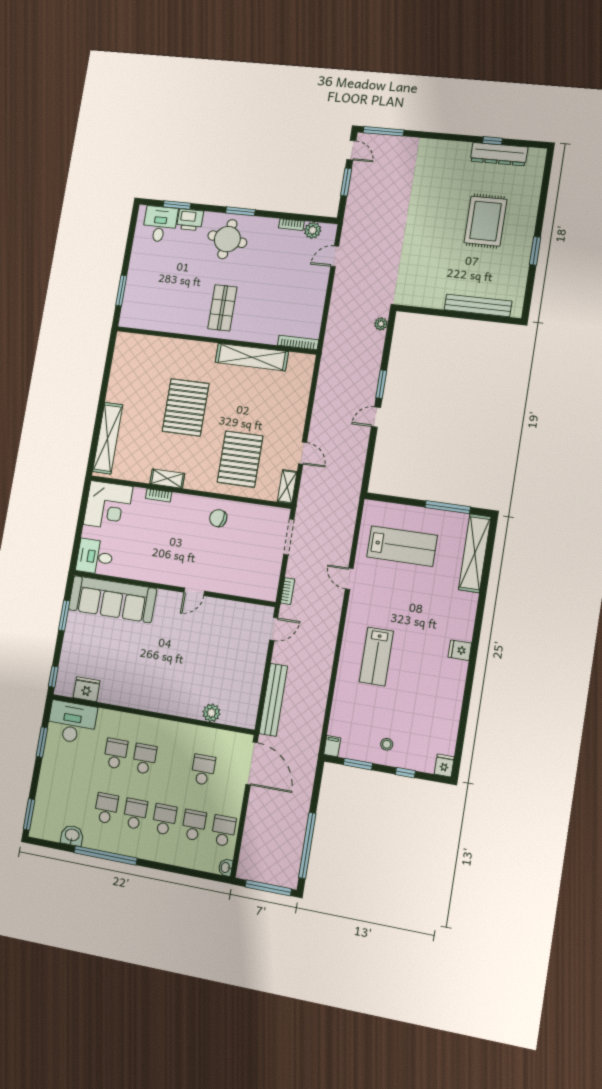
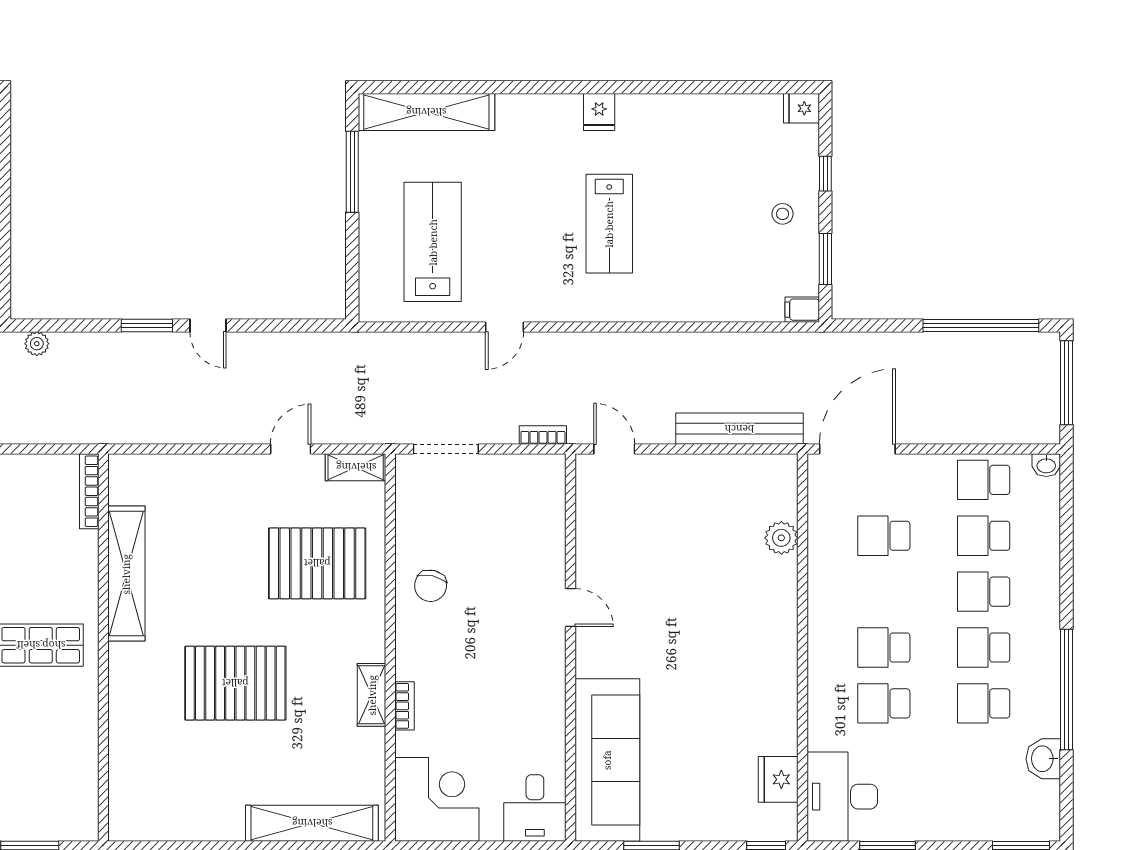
lab bench: (376, 657) -> (609, 224), moved, turned 90

